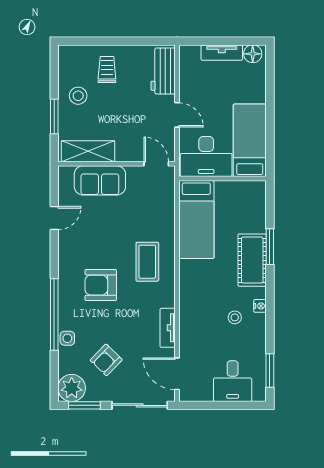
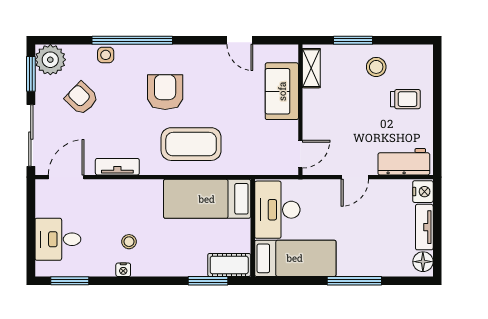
nightstand: (190, 54) -> (423, 192), added
window: (270, 115) -> (354, 281), added
bed: (250, 140) -> (295, 258), moved
shelving: (88, 151) -> (311, 68), width x0.67, depth x0.75
desk: (206, 157) -> (277, 210), moved
wall: (222, 179) -> (253, 228), moved
bed: (196, 220) -> (207, 199), moved
cot: (252, 260) -> (229, 265), moved, width x0.73, depth x0.75
coffee table: (147, 262) -> (191, 144), width x1.36, depth x1.32
nightstand: (260, 306) -> (123, 270), moved

